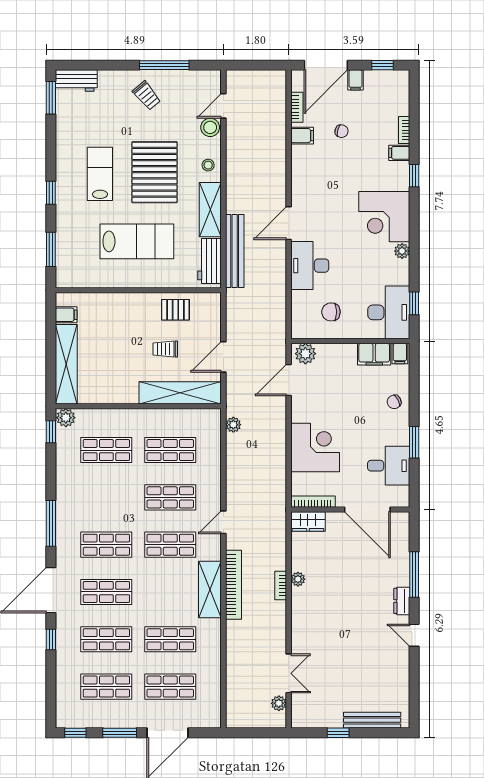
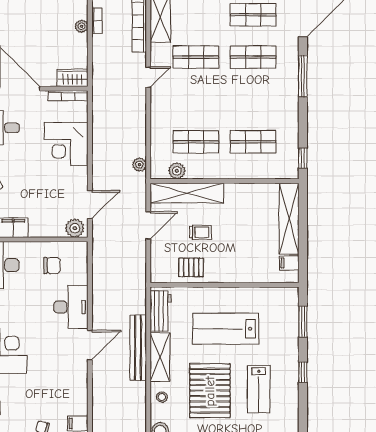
bench: (235, 251) -> (138, 348), moved
plant: (66, 418) -> (177, 171), moved
shop shelf: (170, 497) -> (196, 99), removed

